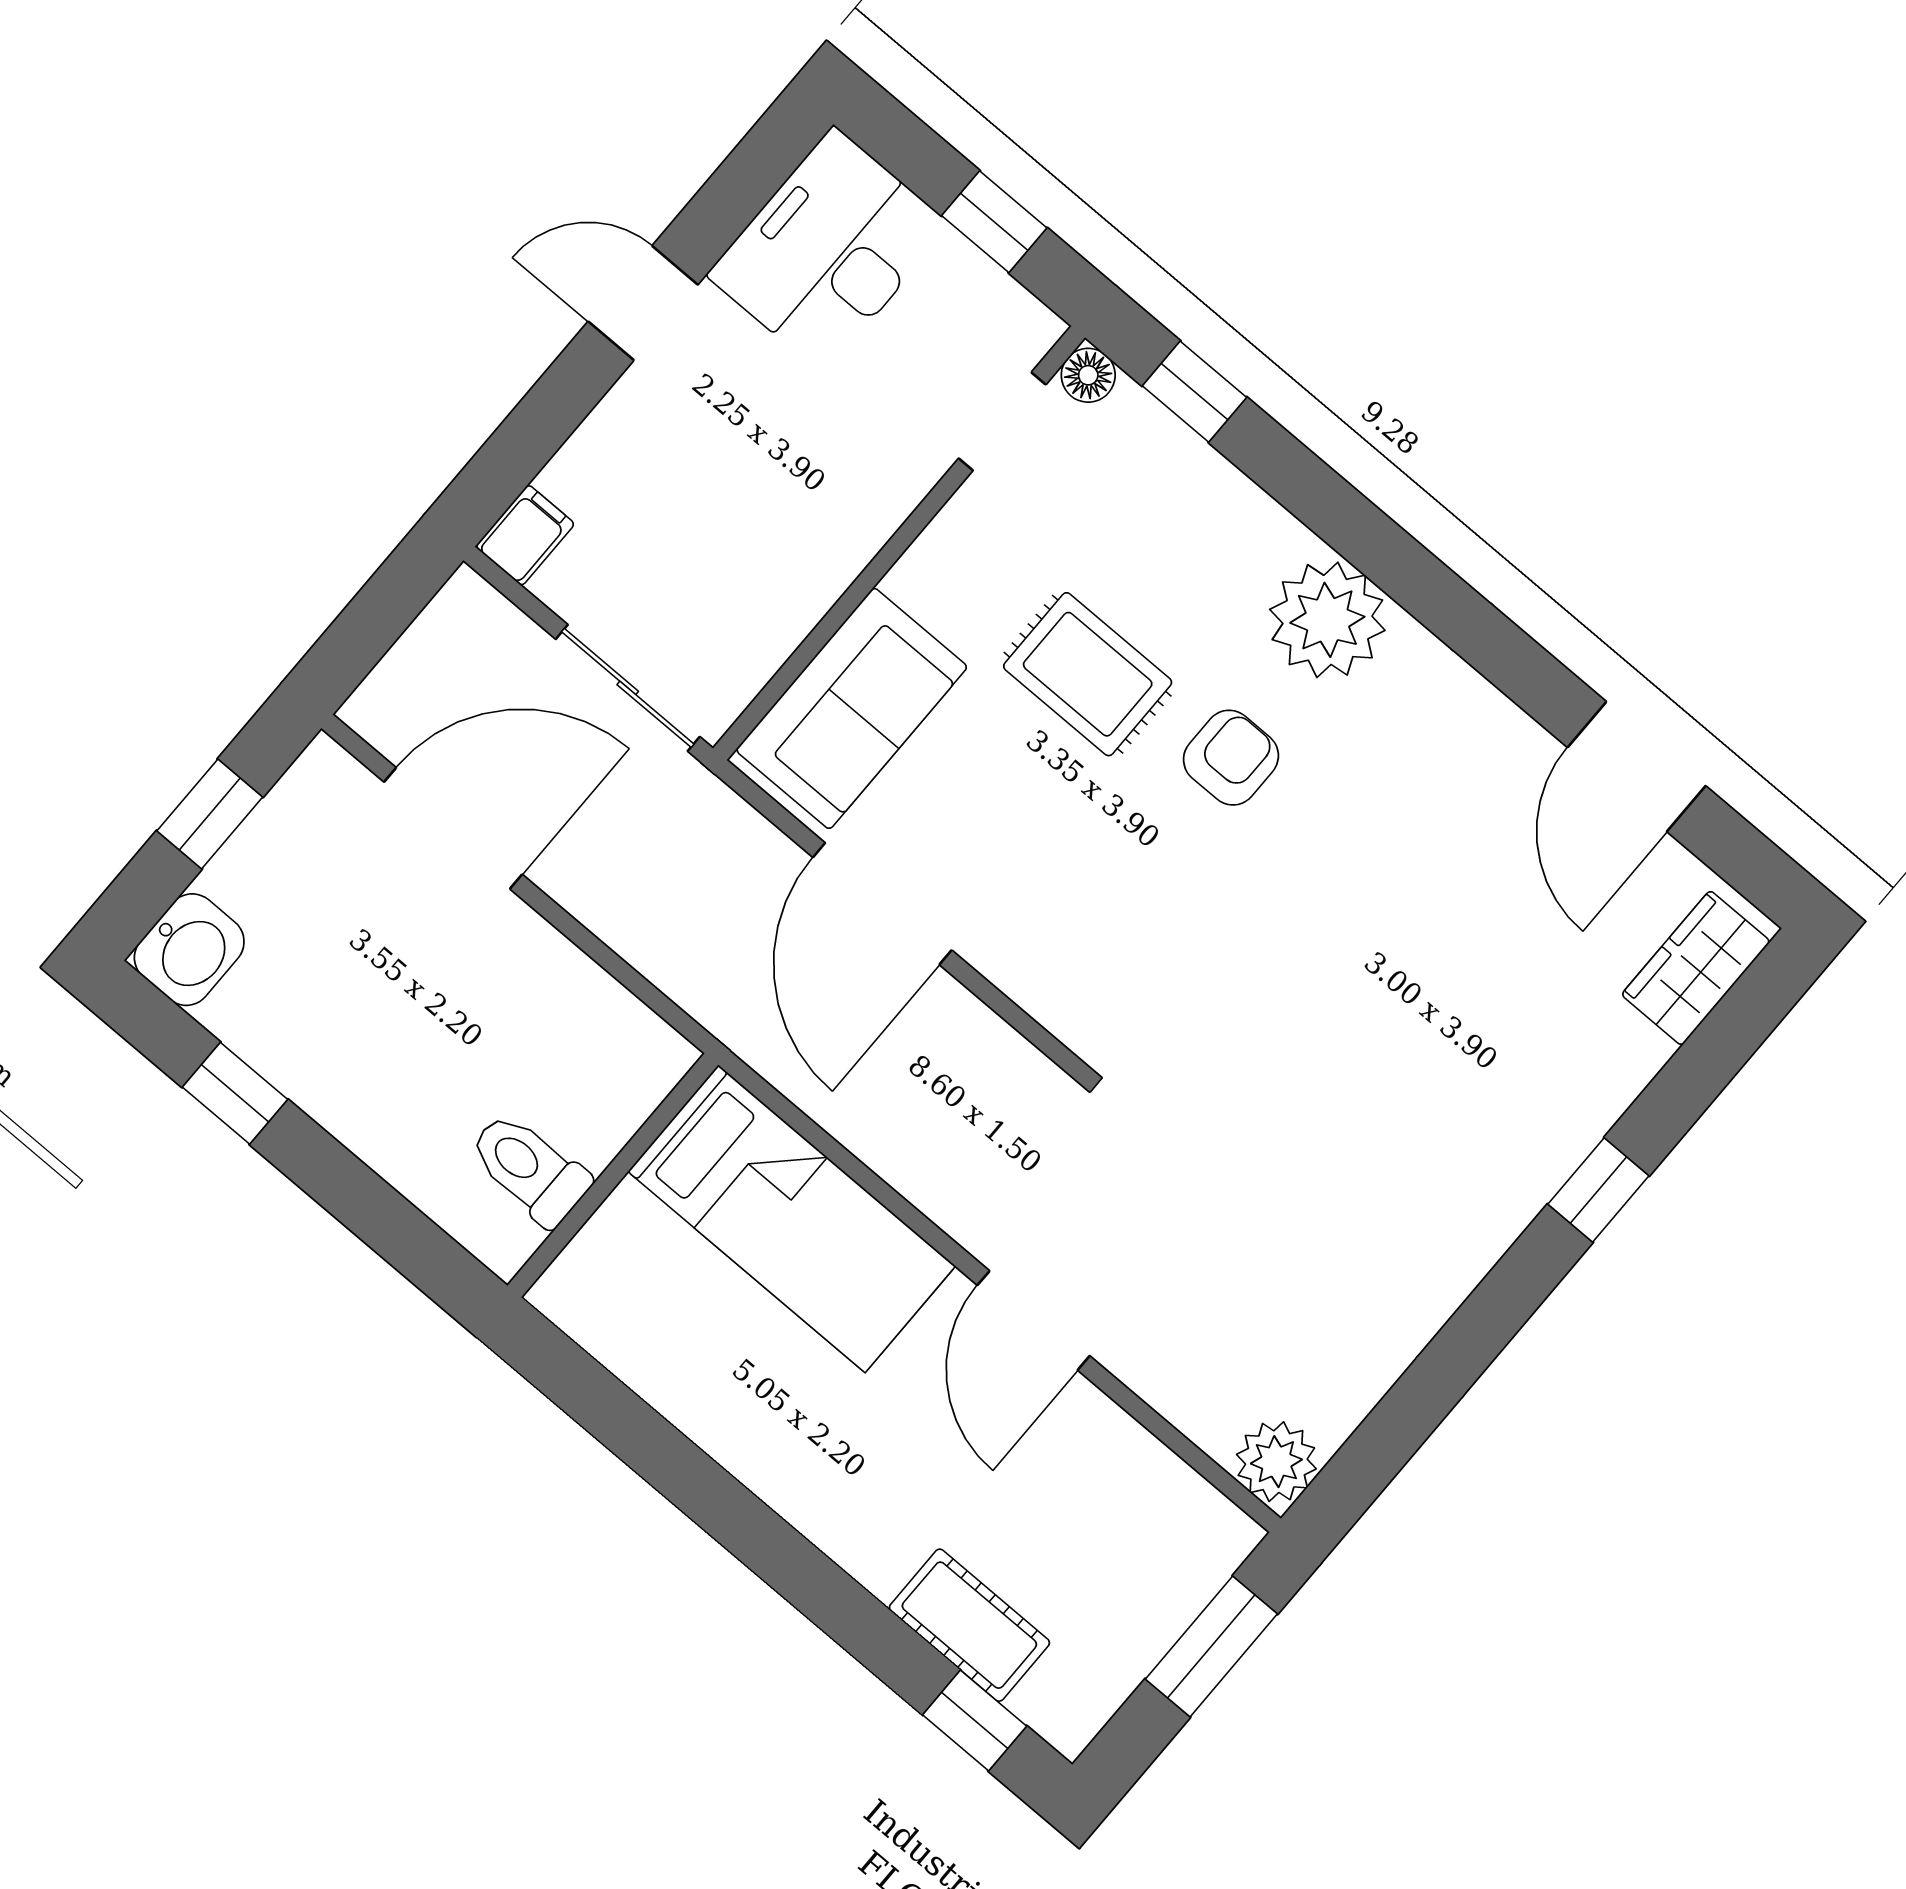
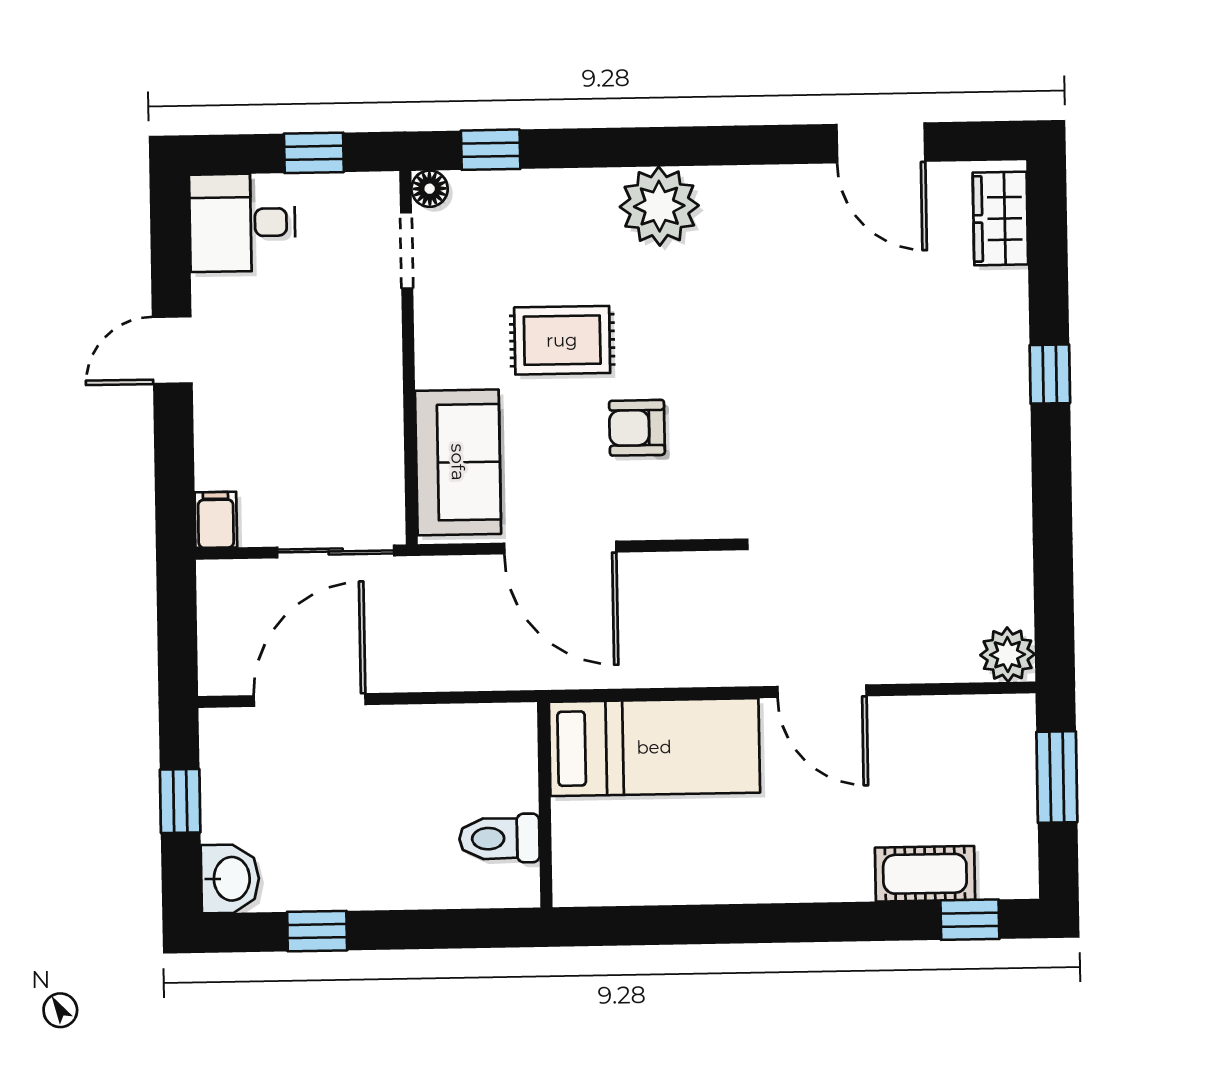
desk: (829, 250) -> (242, 223), width x0.73
armchair: (1231, 758) -> (637, 428), moved, turned -90

